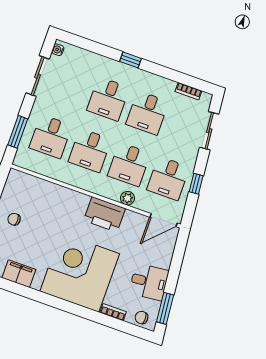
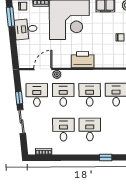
window: (131, 60) -> (106, 157), moved
sliding door: (209, 131) -> (22, 122), moved
printer: (104, 214) -> (83, 60), moved
door: (164, 220) -> (43, 69), moved

